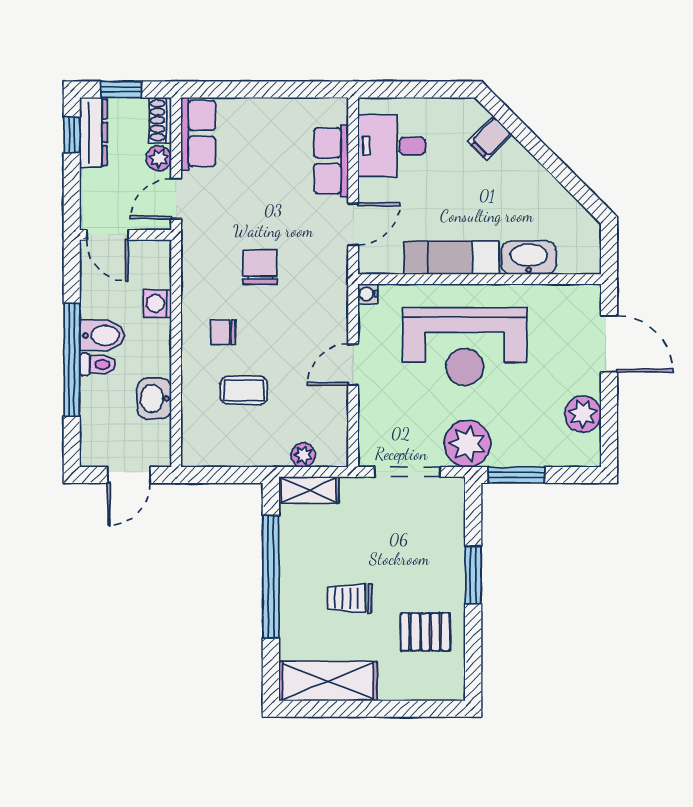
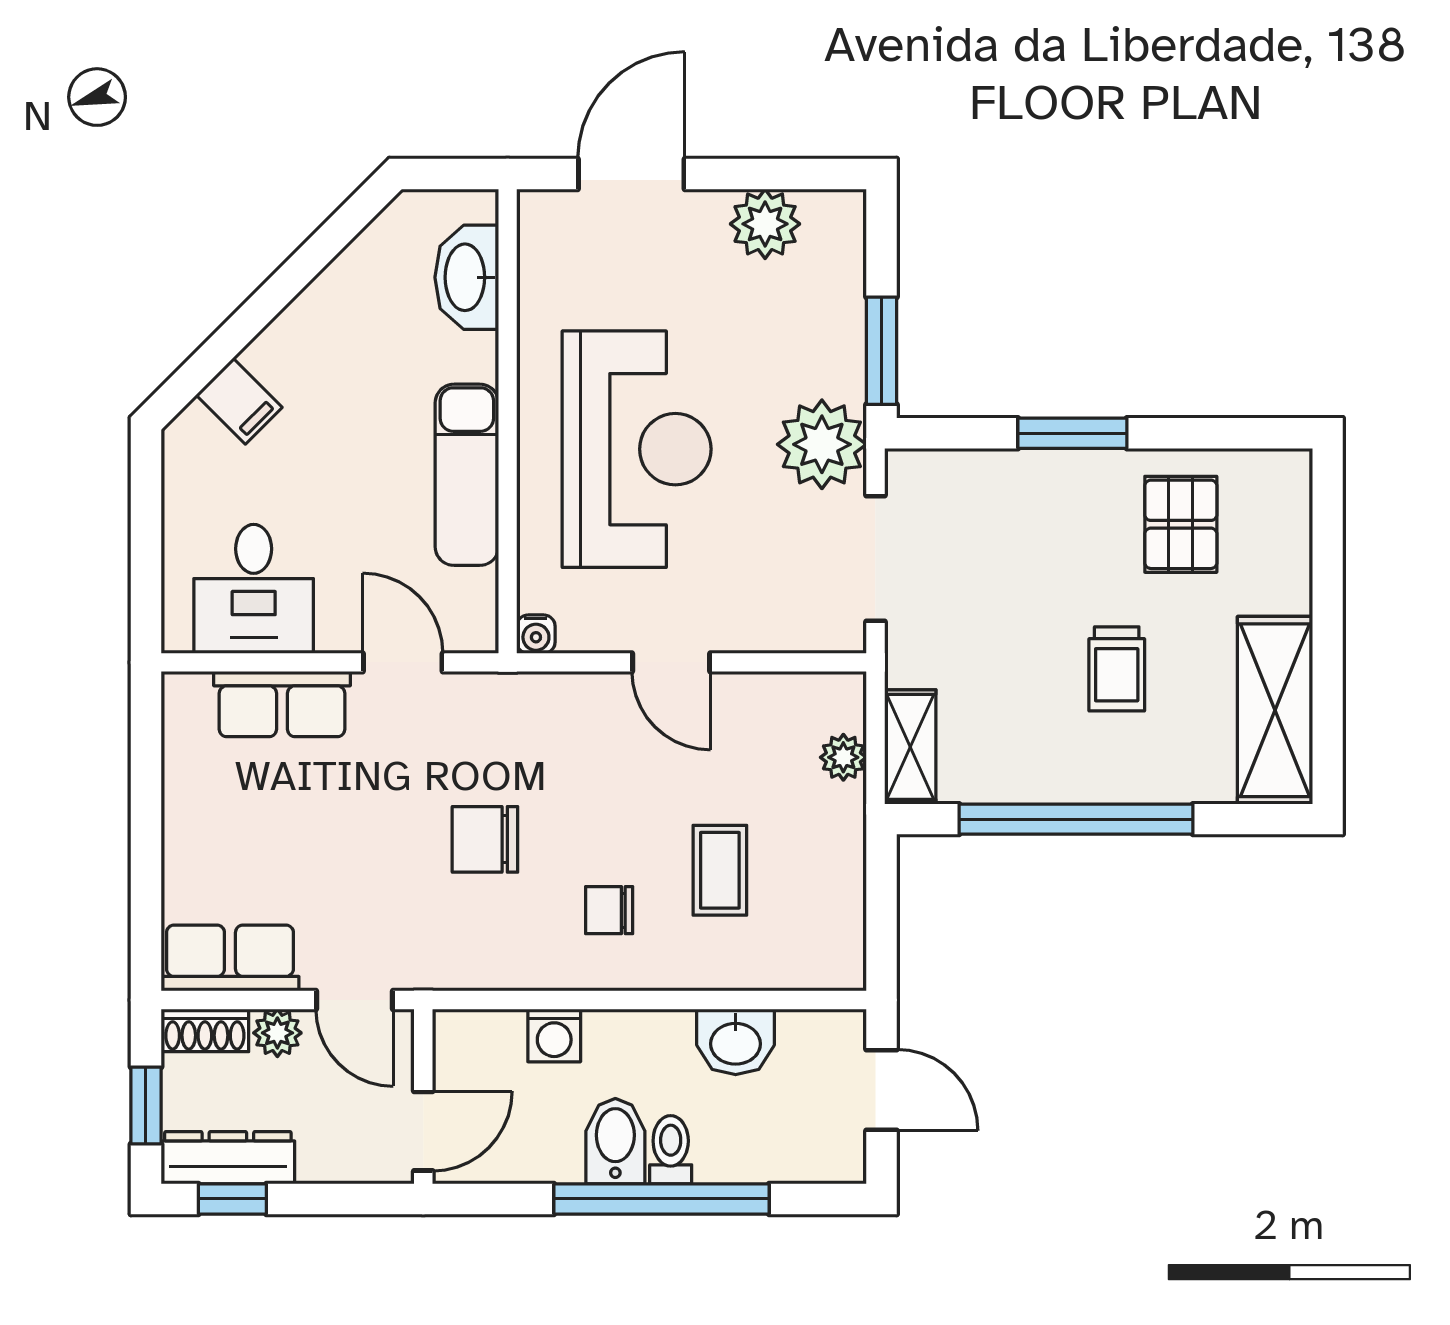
washbasin: (529, 258) -> (467, 277), moved
chair: (223, 332) -> (609, 910), turned 90

